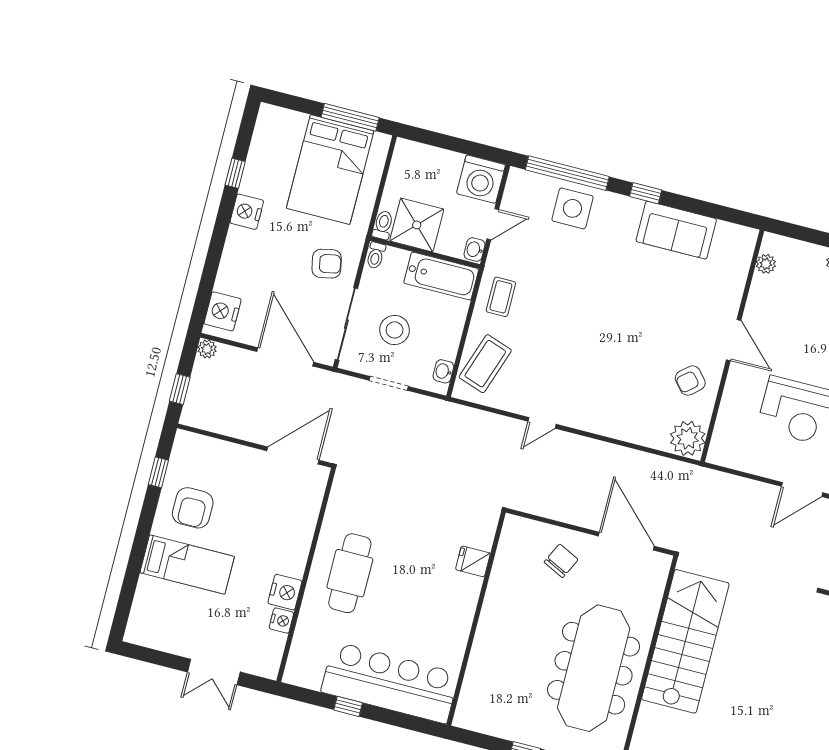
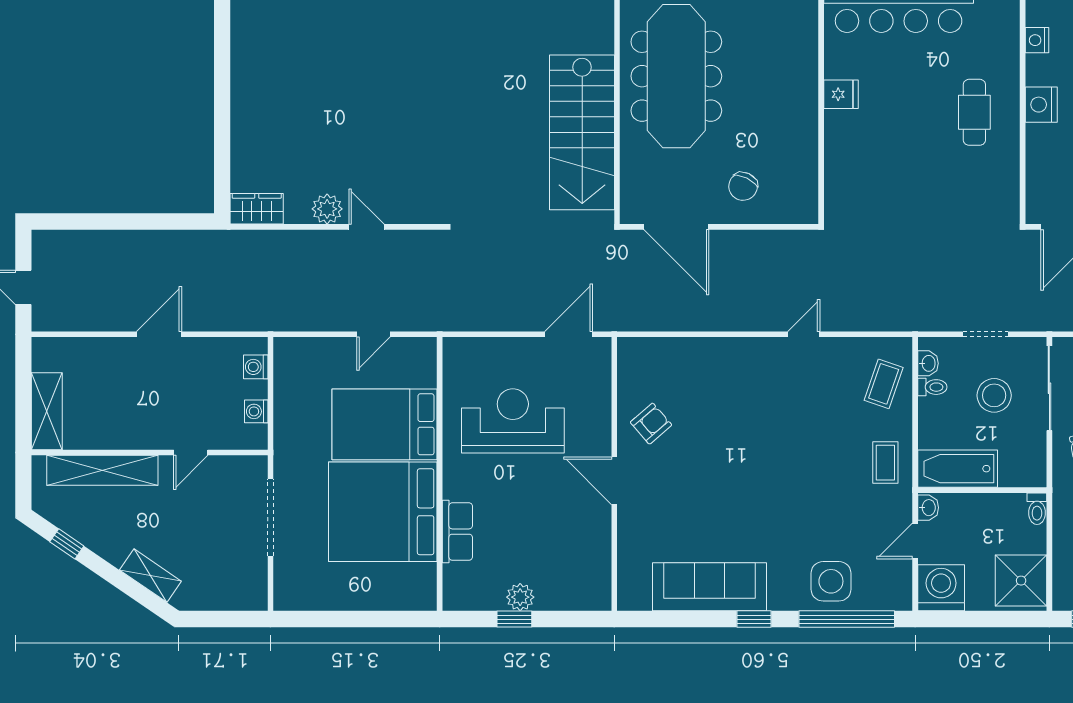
shower: (417, 225) -> (1021, 581), moved
sofa: (676, 230) -> (709, 587), width x1.36
toilet: (376, 255) -> (932, 387), moved, turned 90
plant: (766, 264) -> (600, 575), removed
coffee table: (485, 364) -> (884, 384), width x0.73, depth x0.77
plant: (688, 438) -> (637, 359), removed
door: (802, 490) -> (569, 334), moved
fridge: (473, 561) -> (841, 94), moved
cafe table: (350, 573) -> (974, 112), width x0.73, depth x0.74
nightstand: (285, 592) -> (1041, 105), moved

